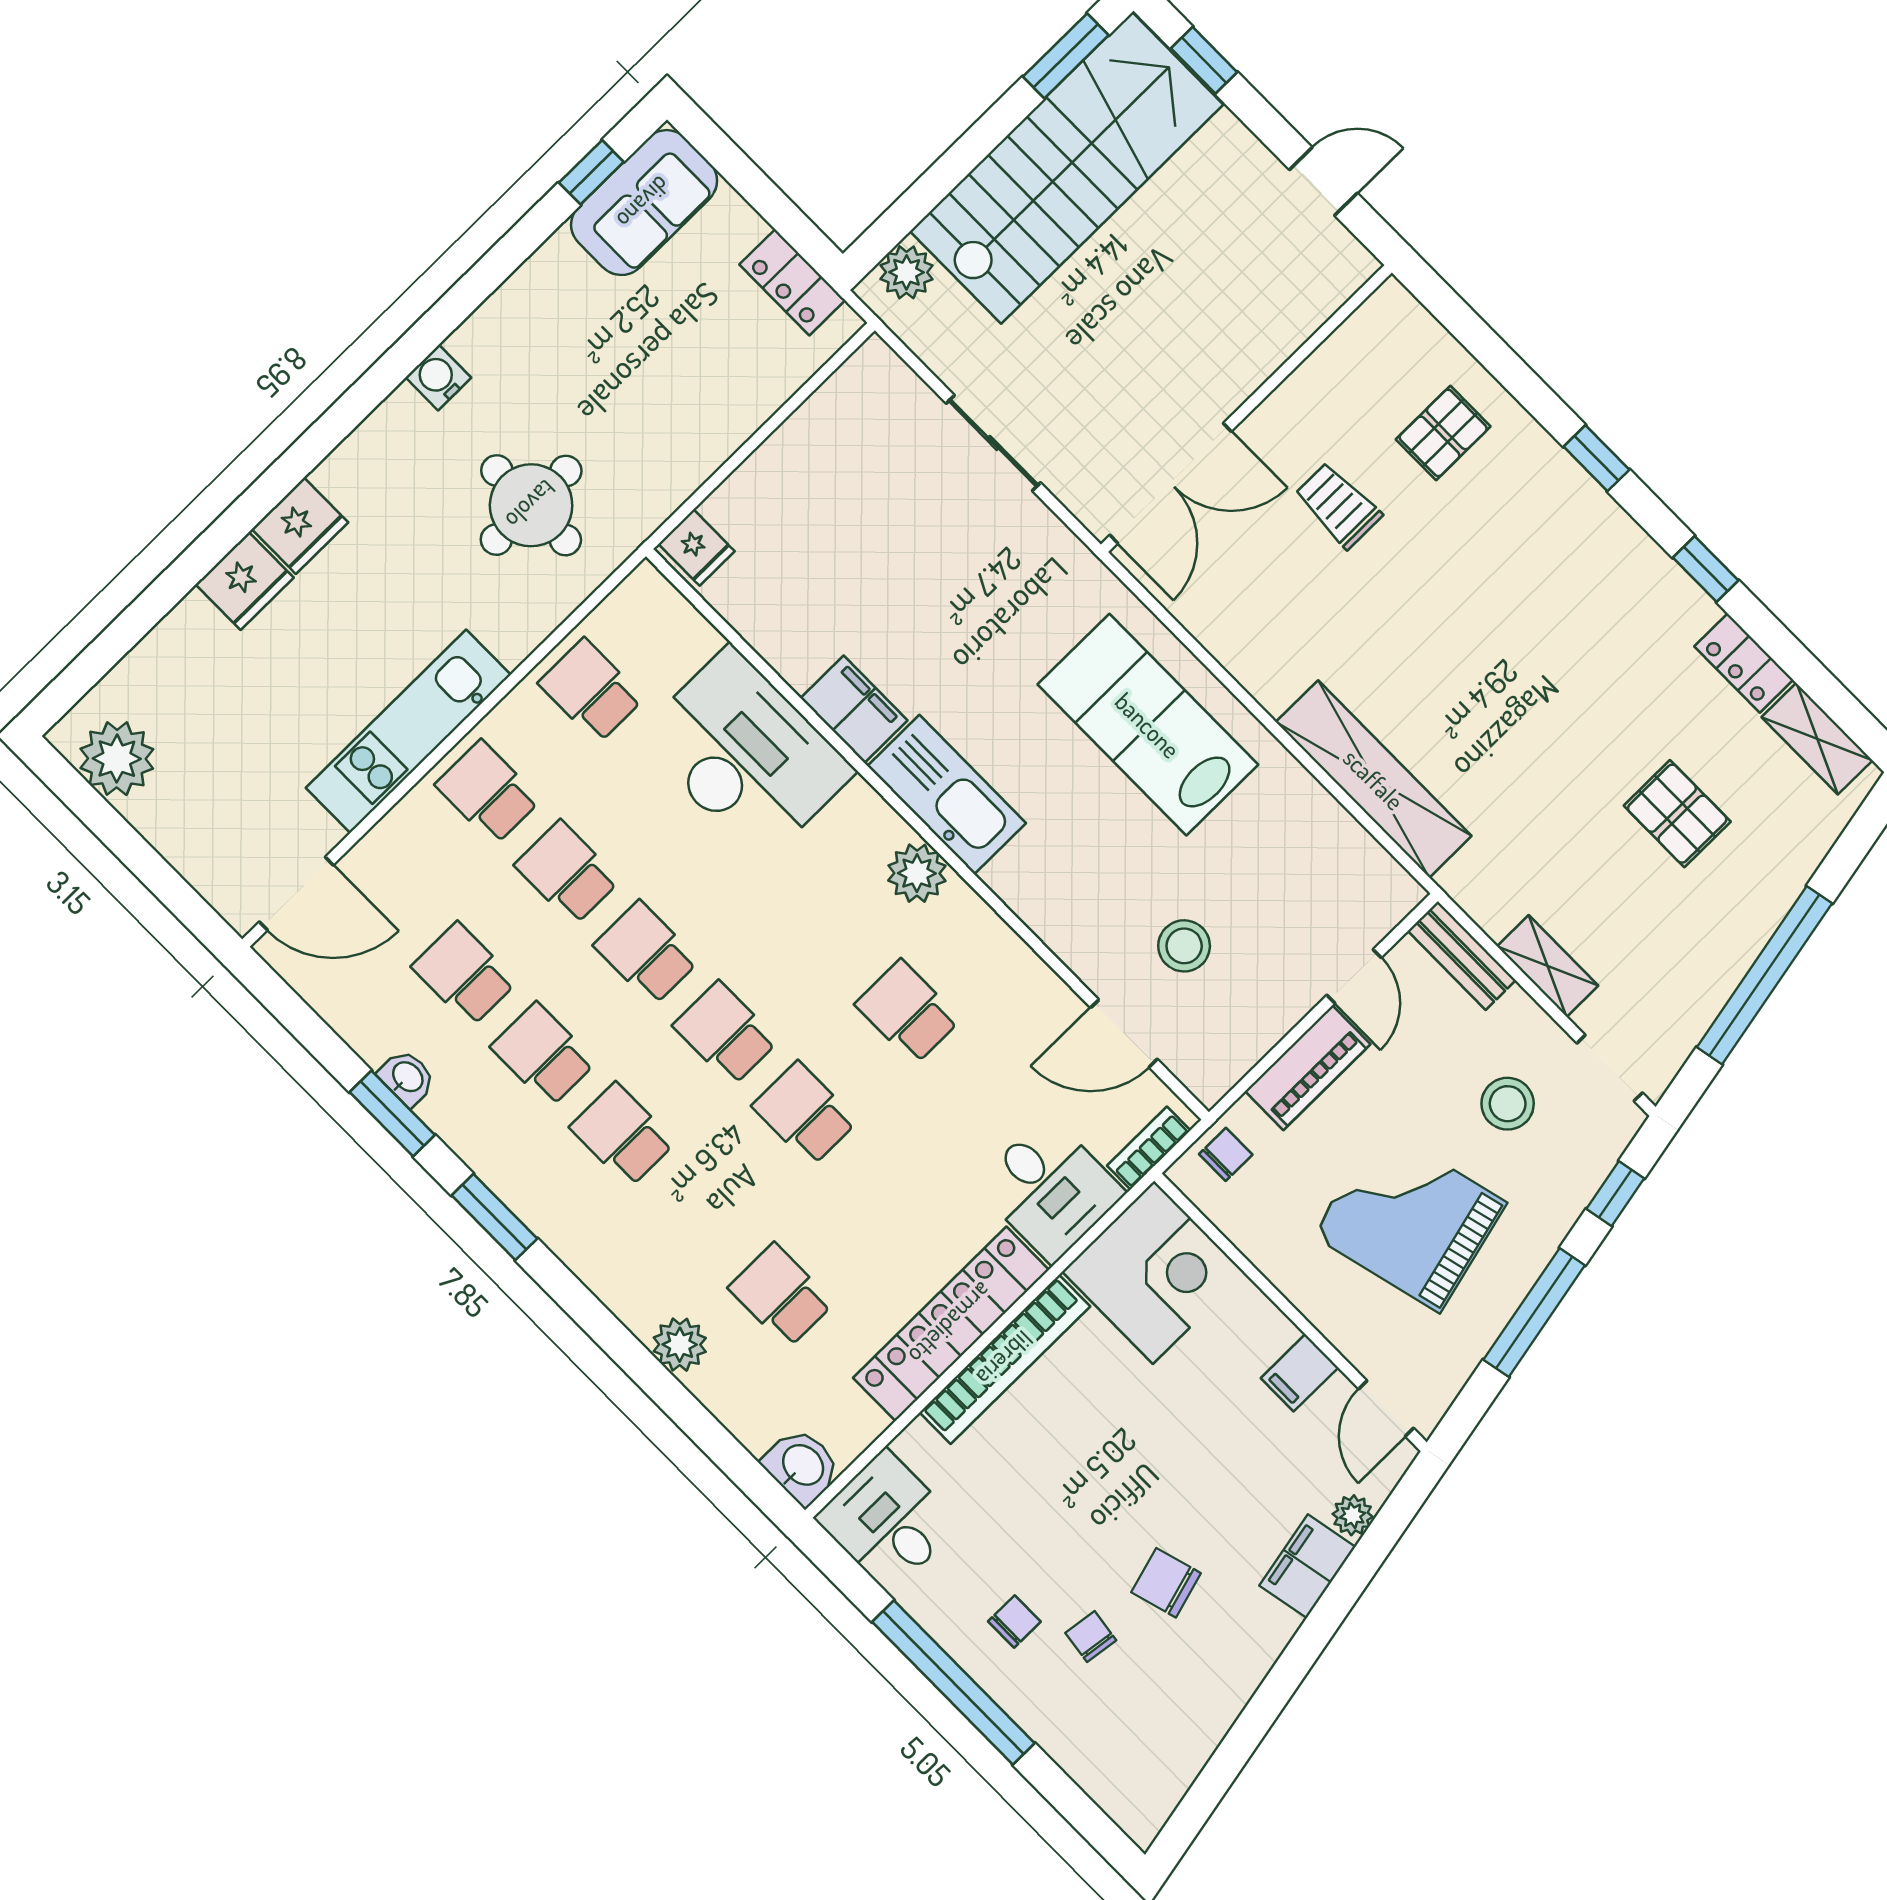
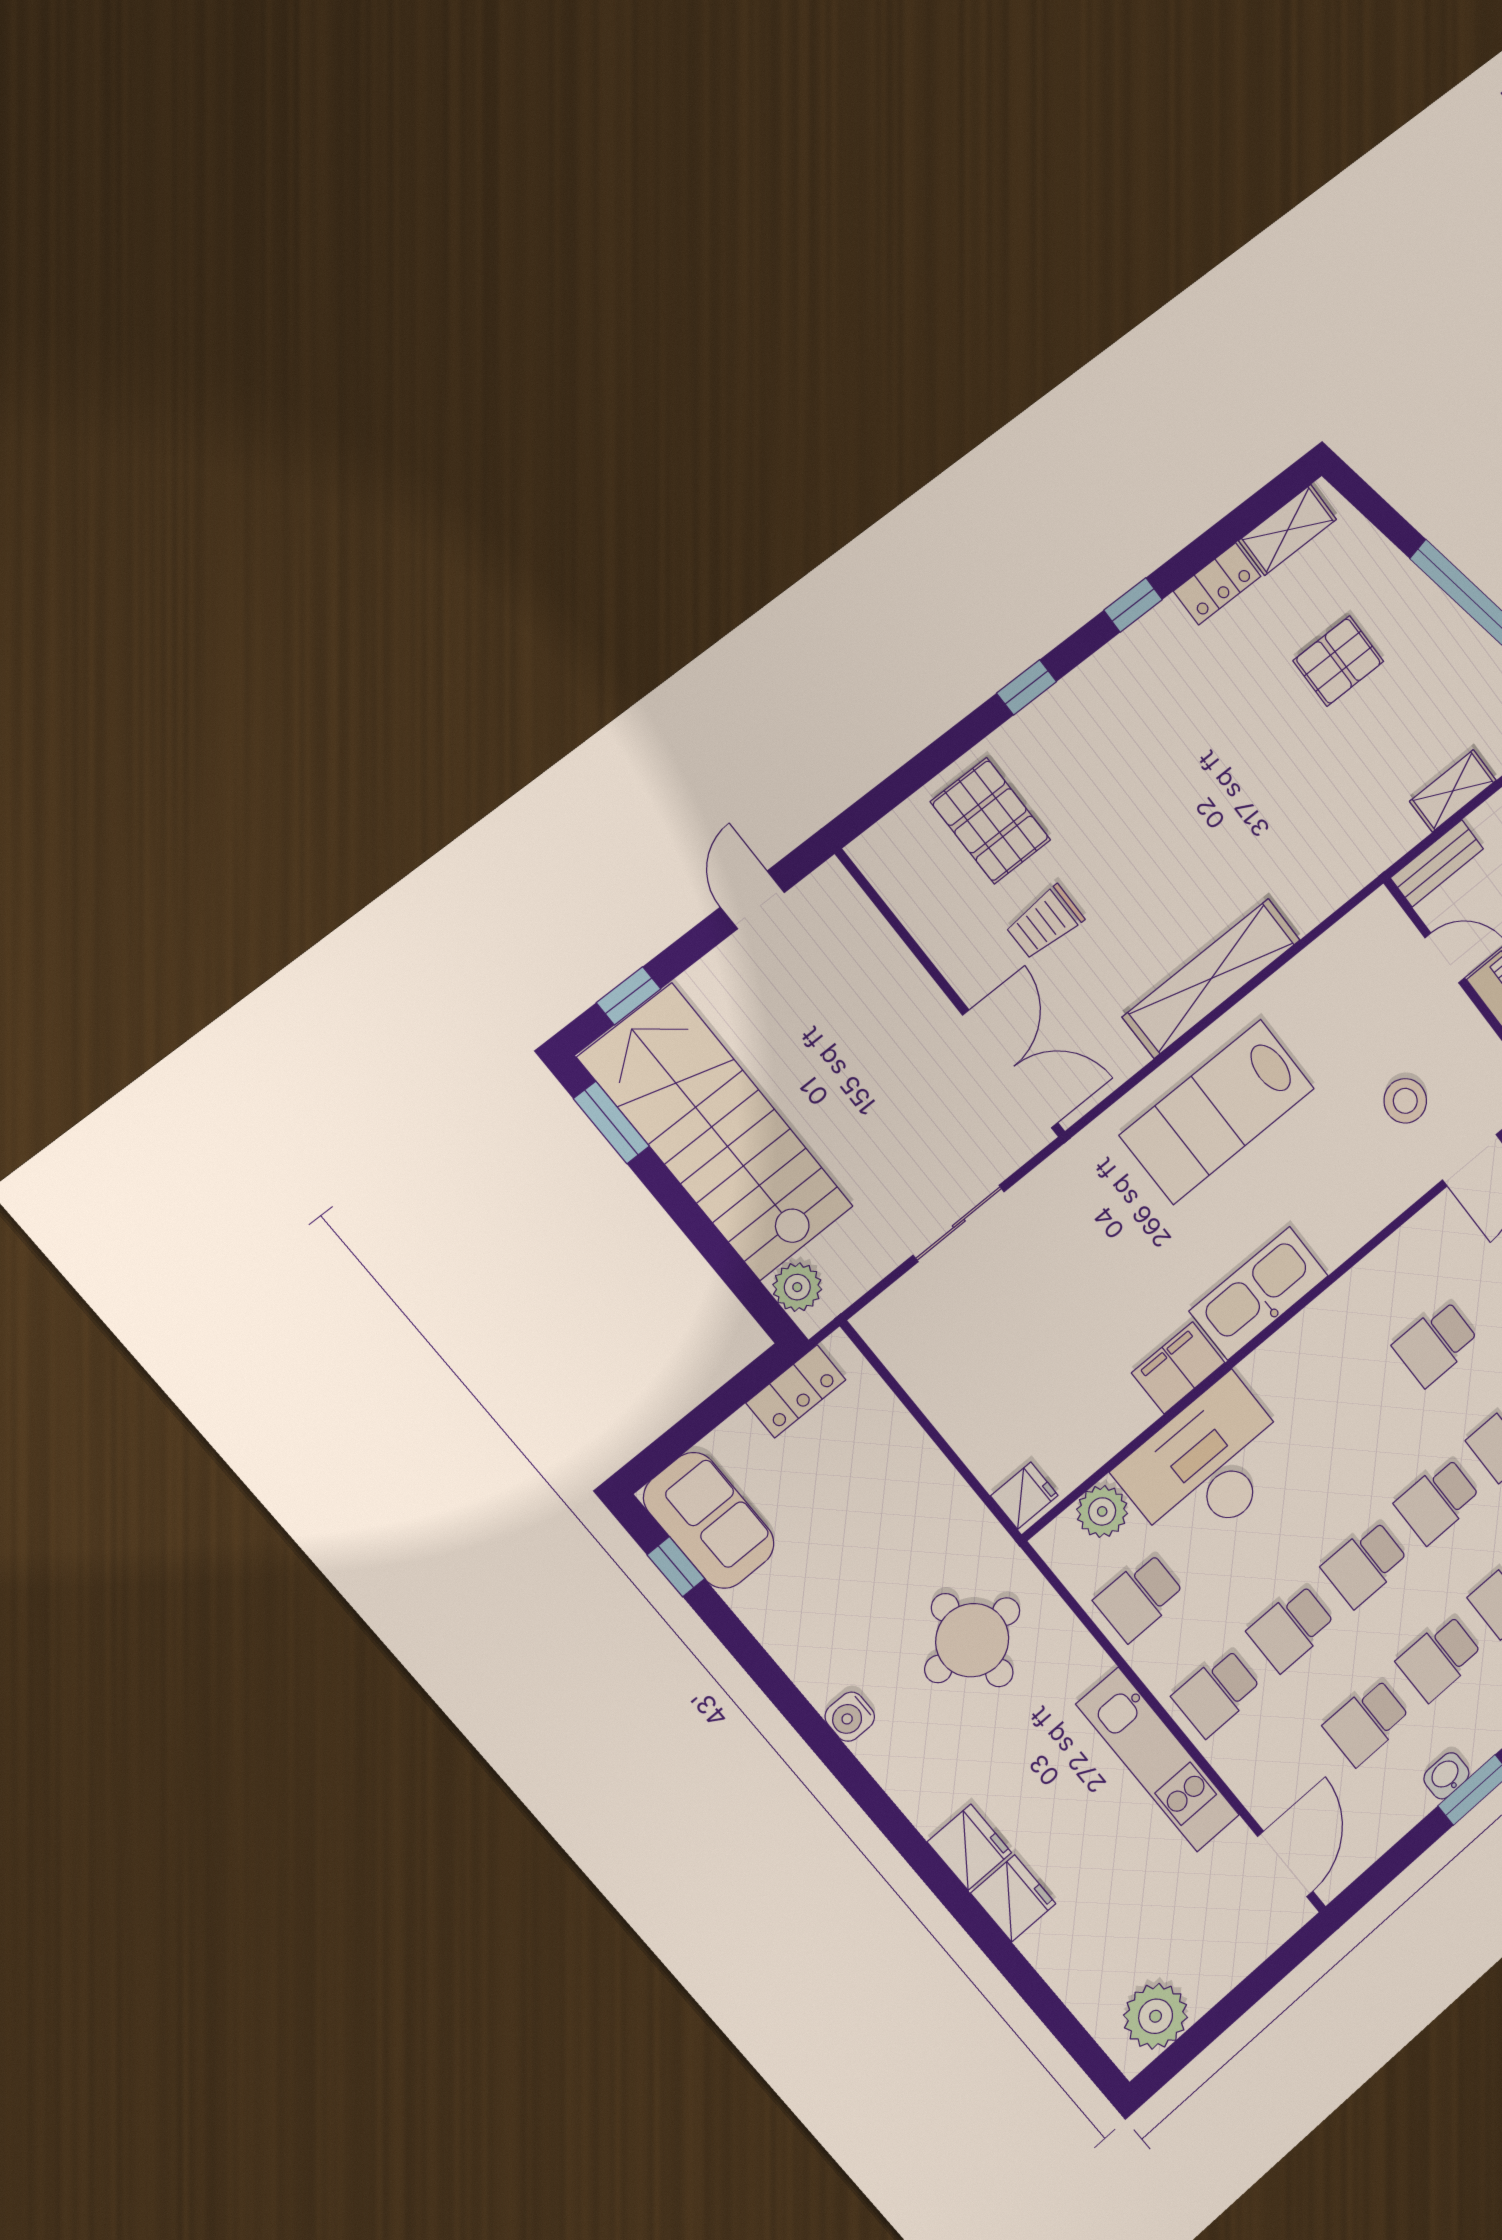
pallet: (1443, 433) -> (991, 821), width x1.50, depth x1.42
shelving: (1374, 779) -> (1211, 978), moved
plant: (917, 873) -> (1102, 1511), moved

